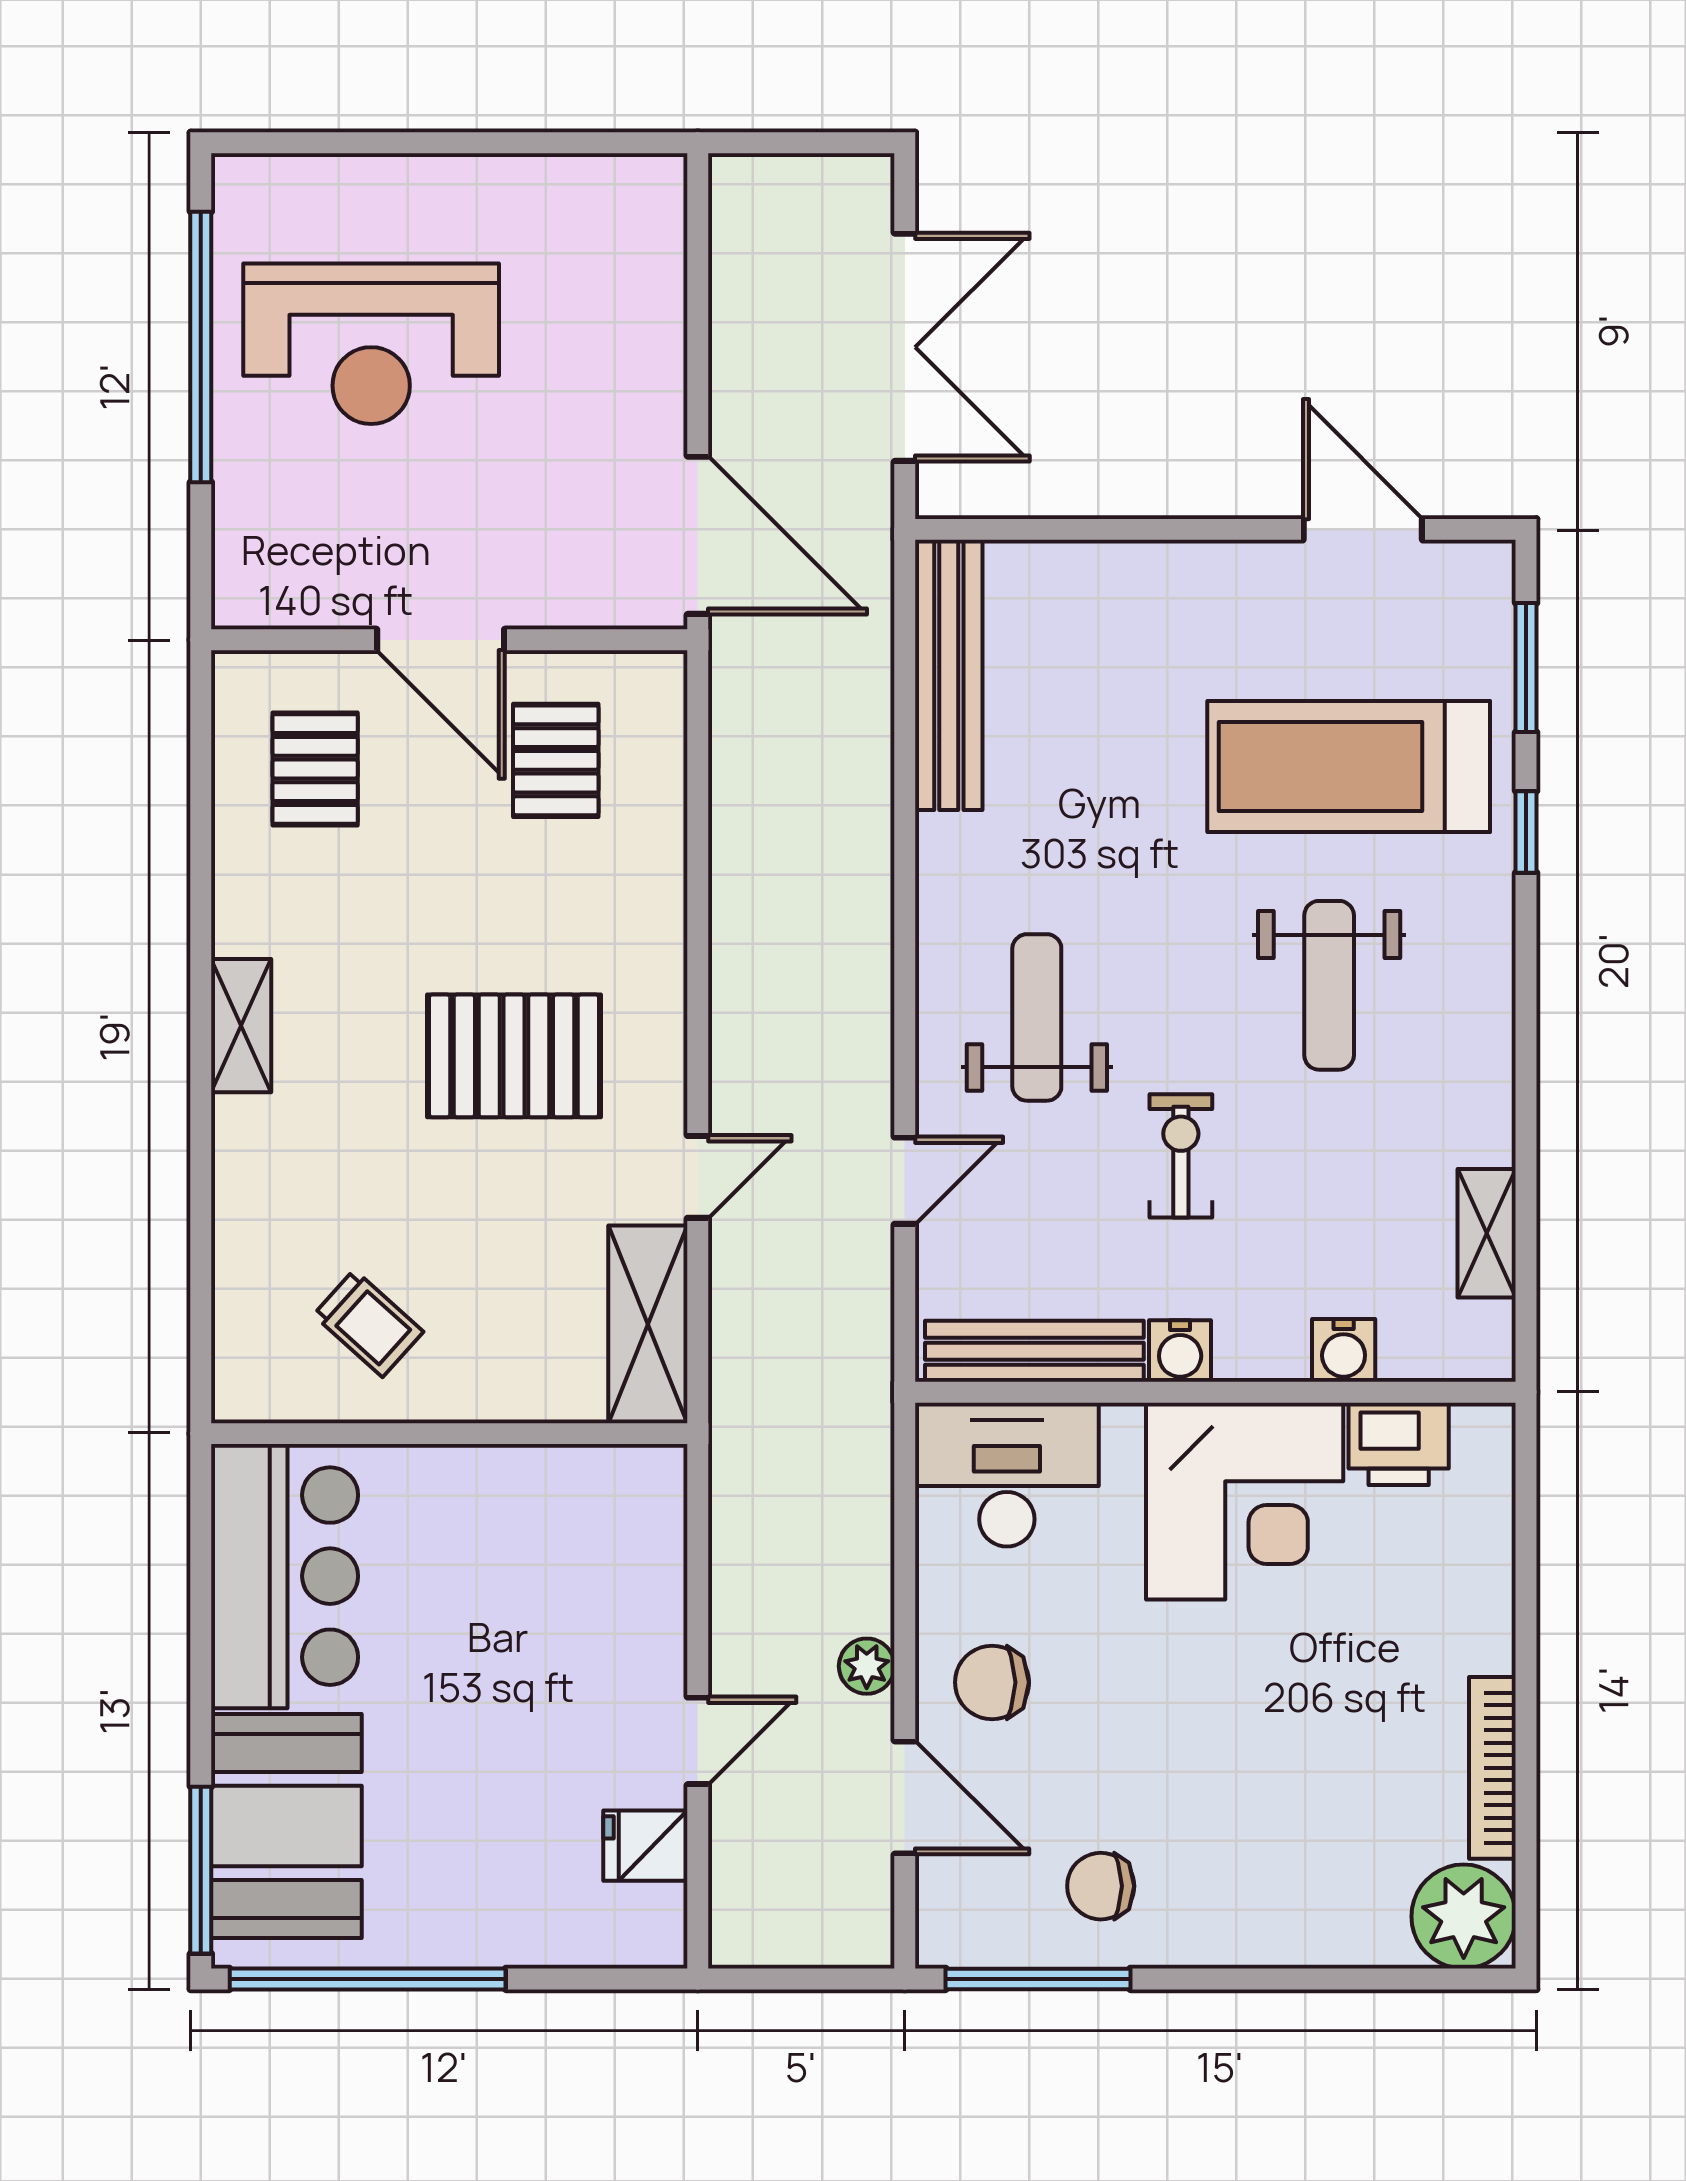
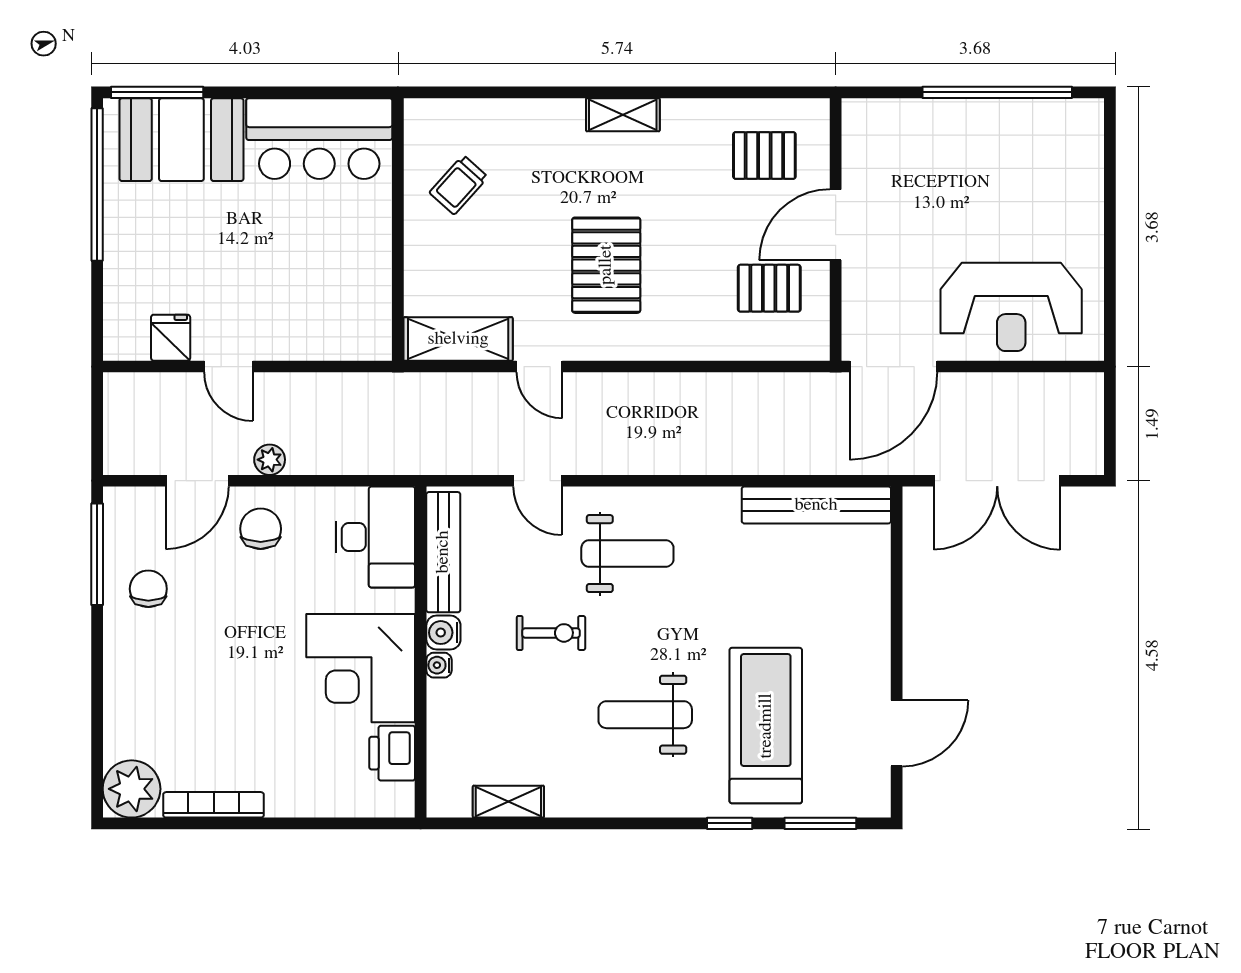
reception desk: (371, 344) -> (1011, 307), moved, turned -90
water cooler: (1344, 1350) -> (439, 665), moved, width x0.72, depth x0.72

